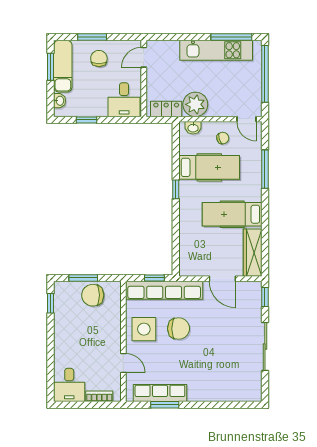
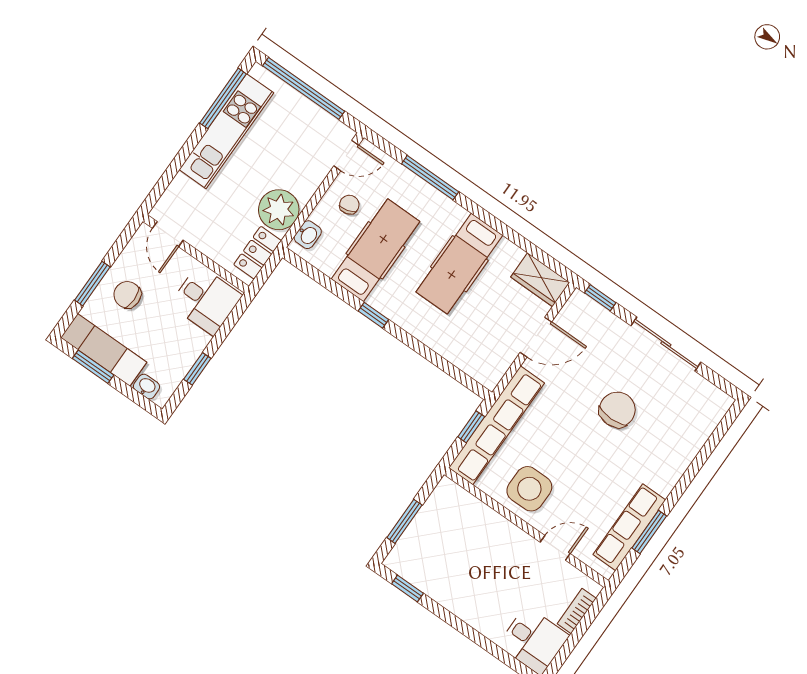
wardrobe: (253, 253) -> (540, 280), width x0.67
chair: (93, 295) -> (436, 525), removed
chair: (179, 329) -> (617, 410), moved

